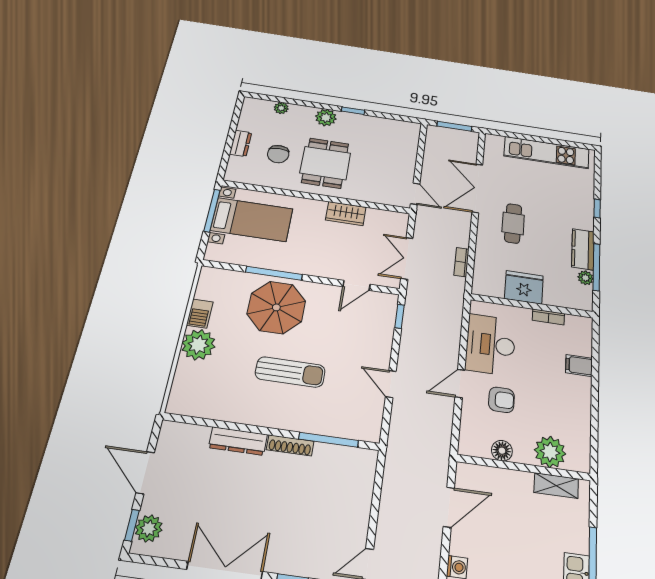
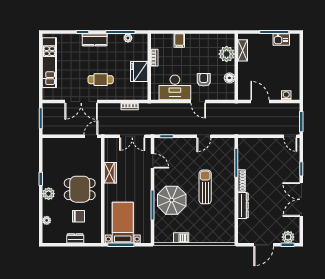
kitchen counter: (583, 249) -> (95, 40), moved
plant: (198, 345) -> (198, 235), removed

